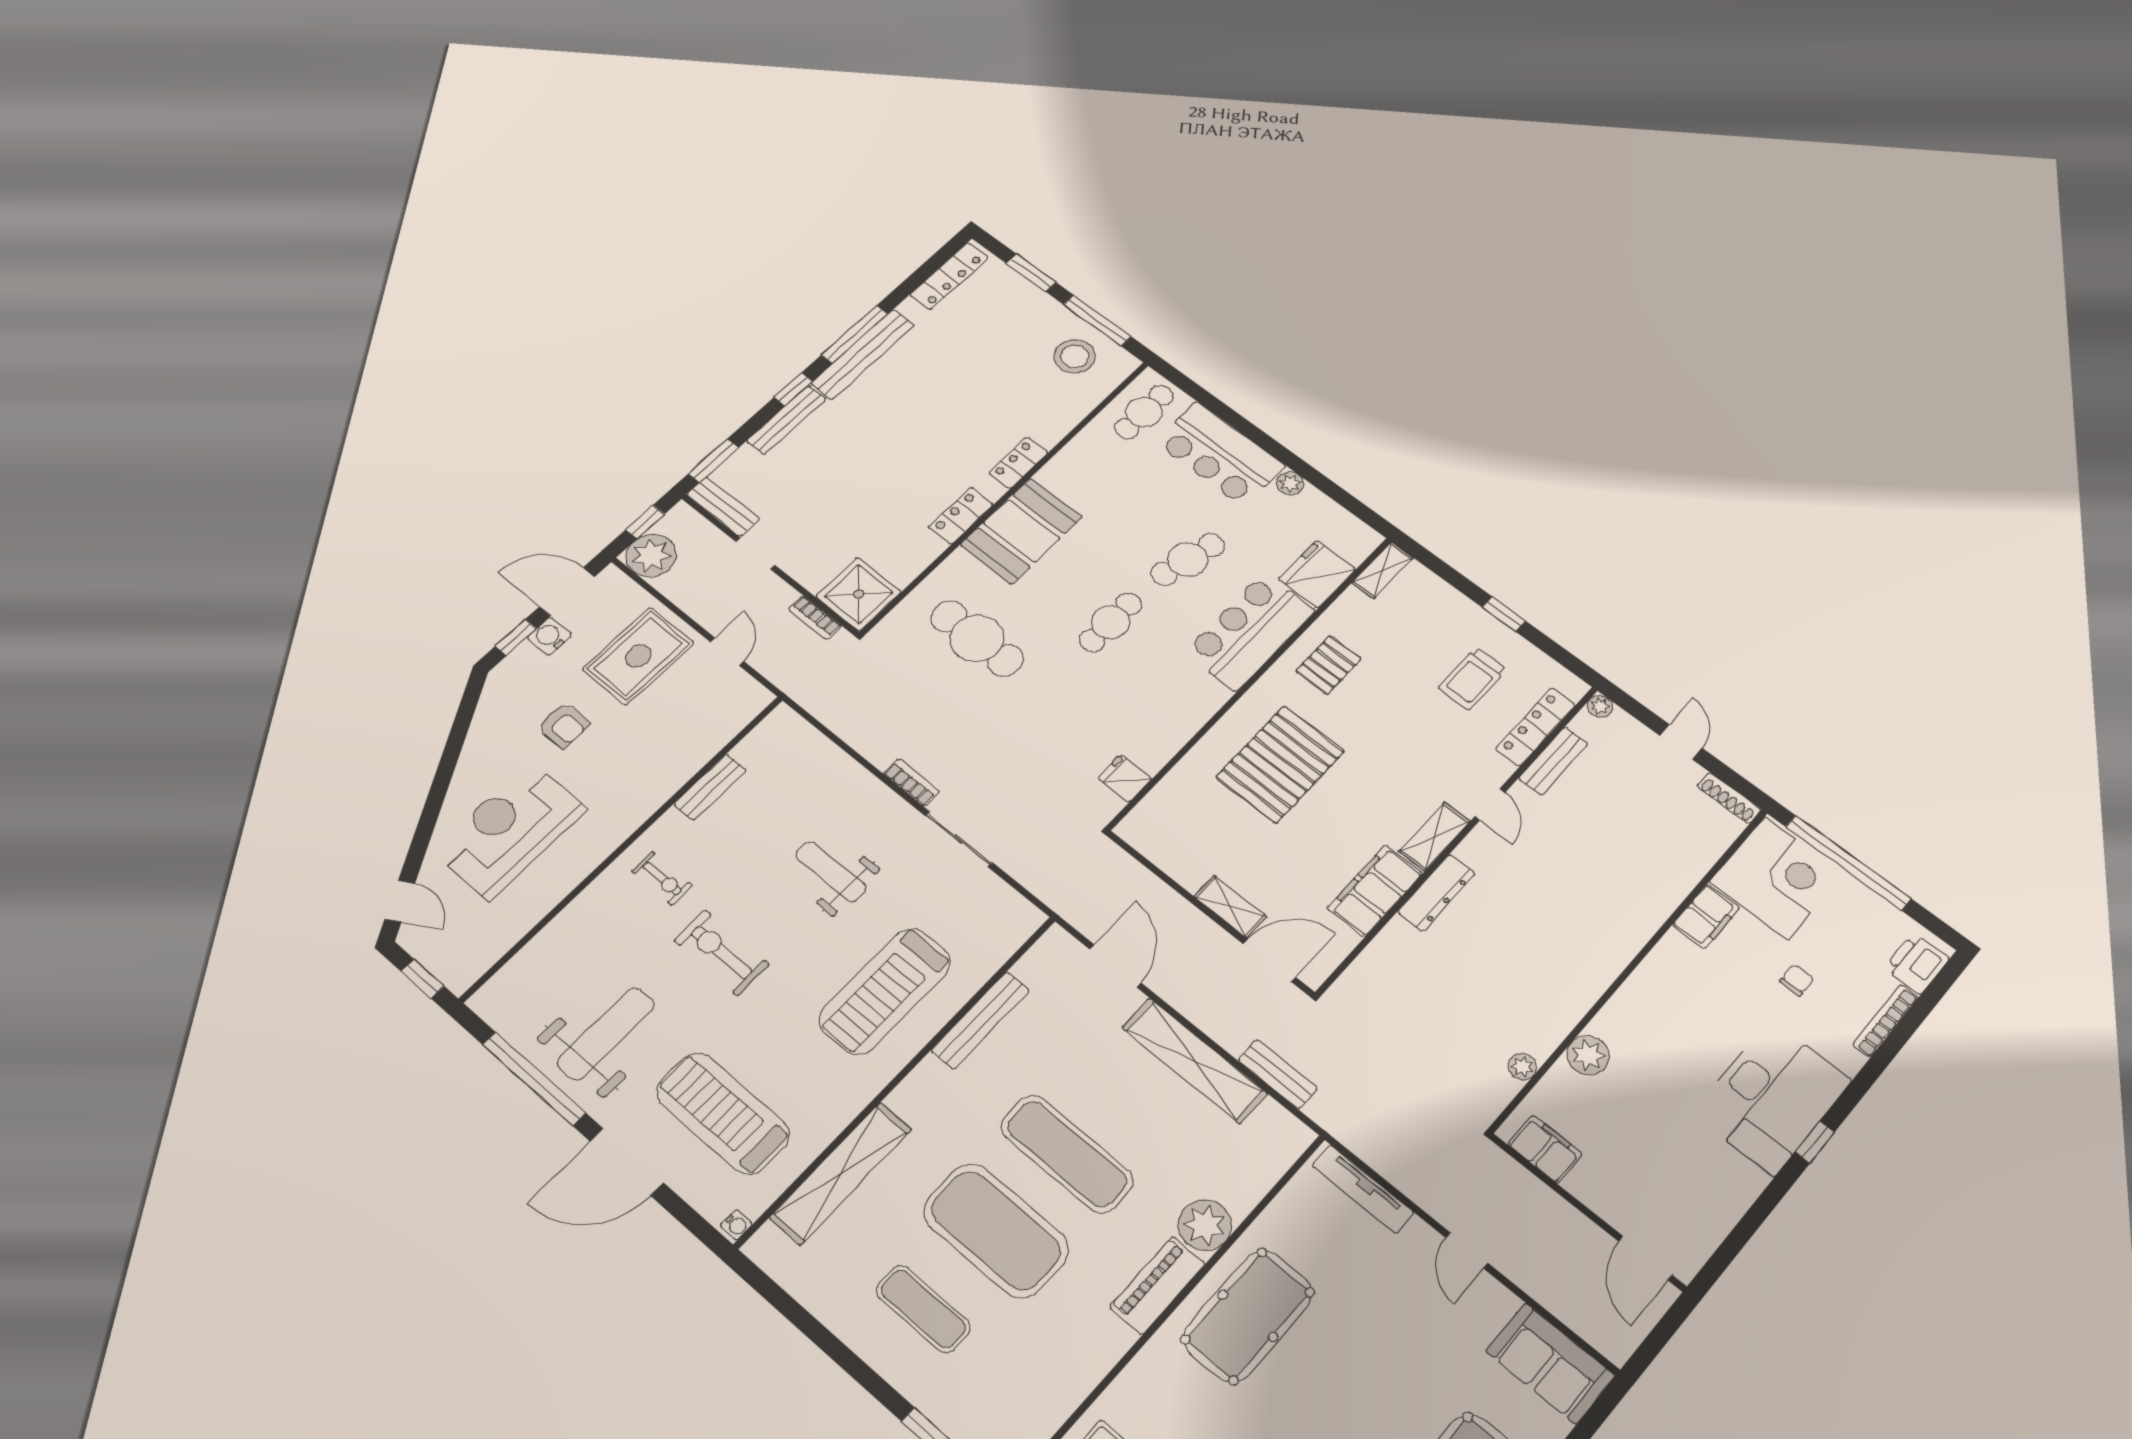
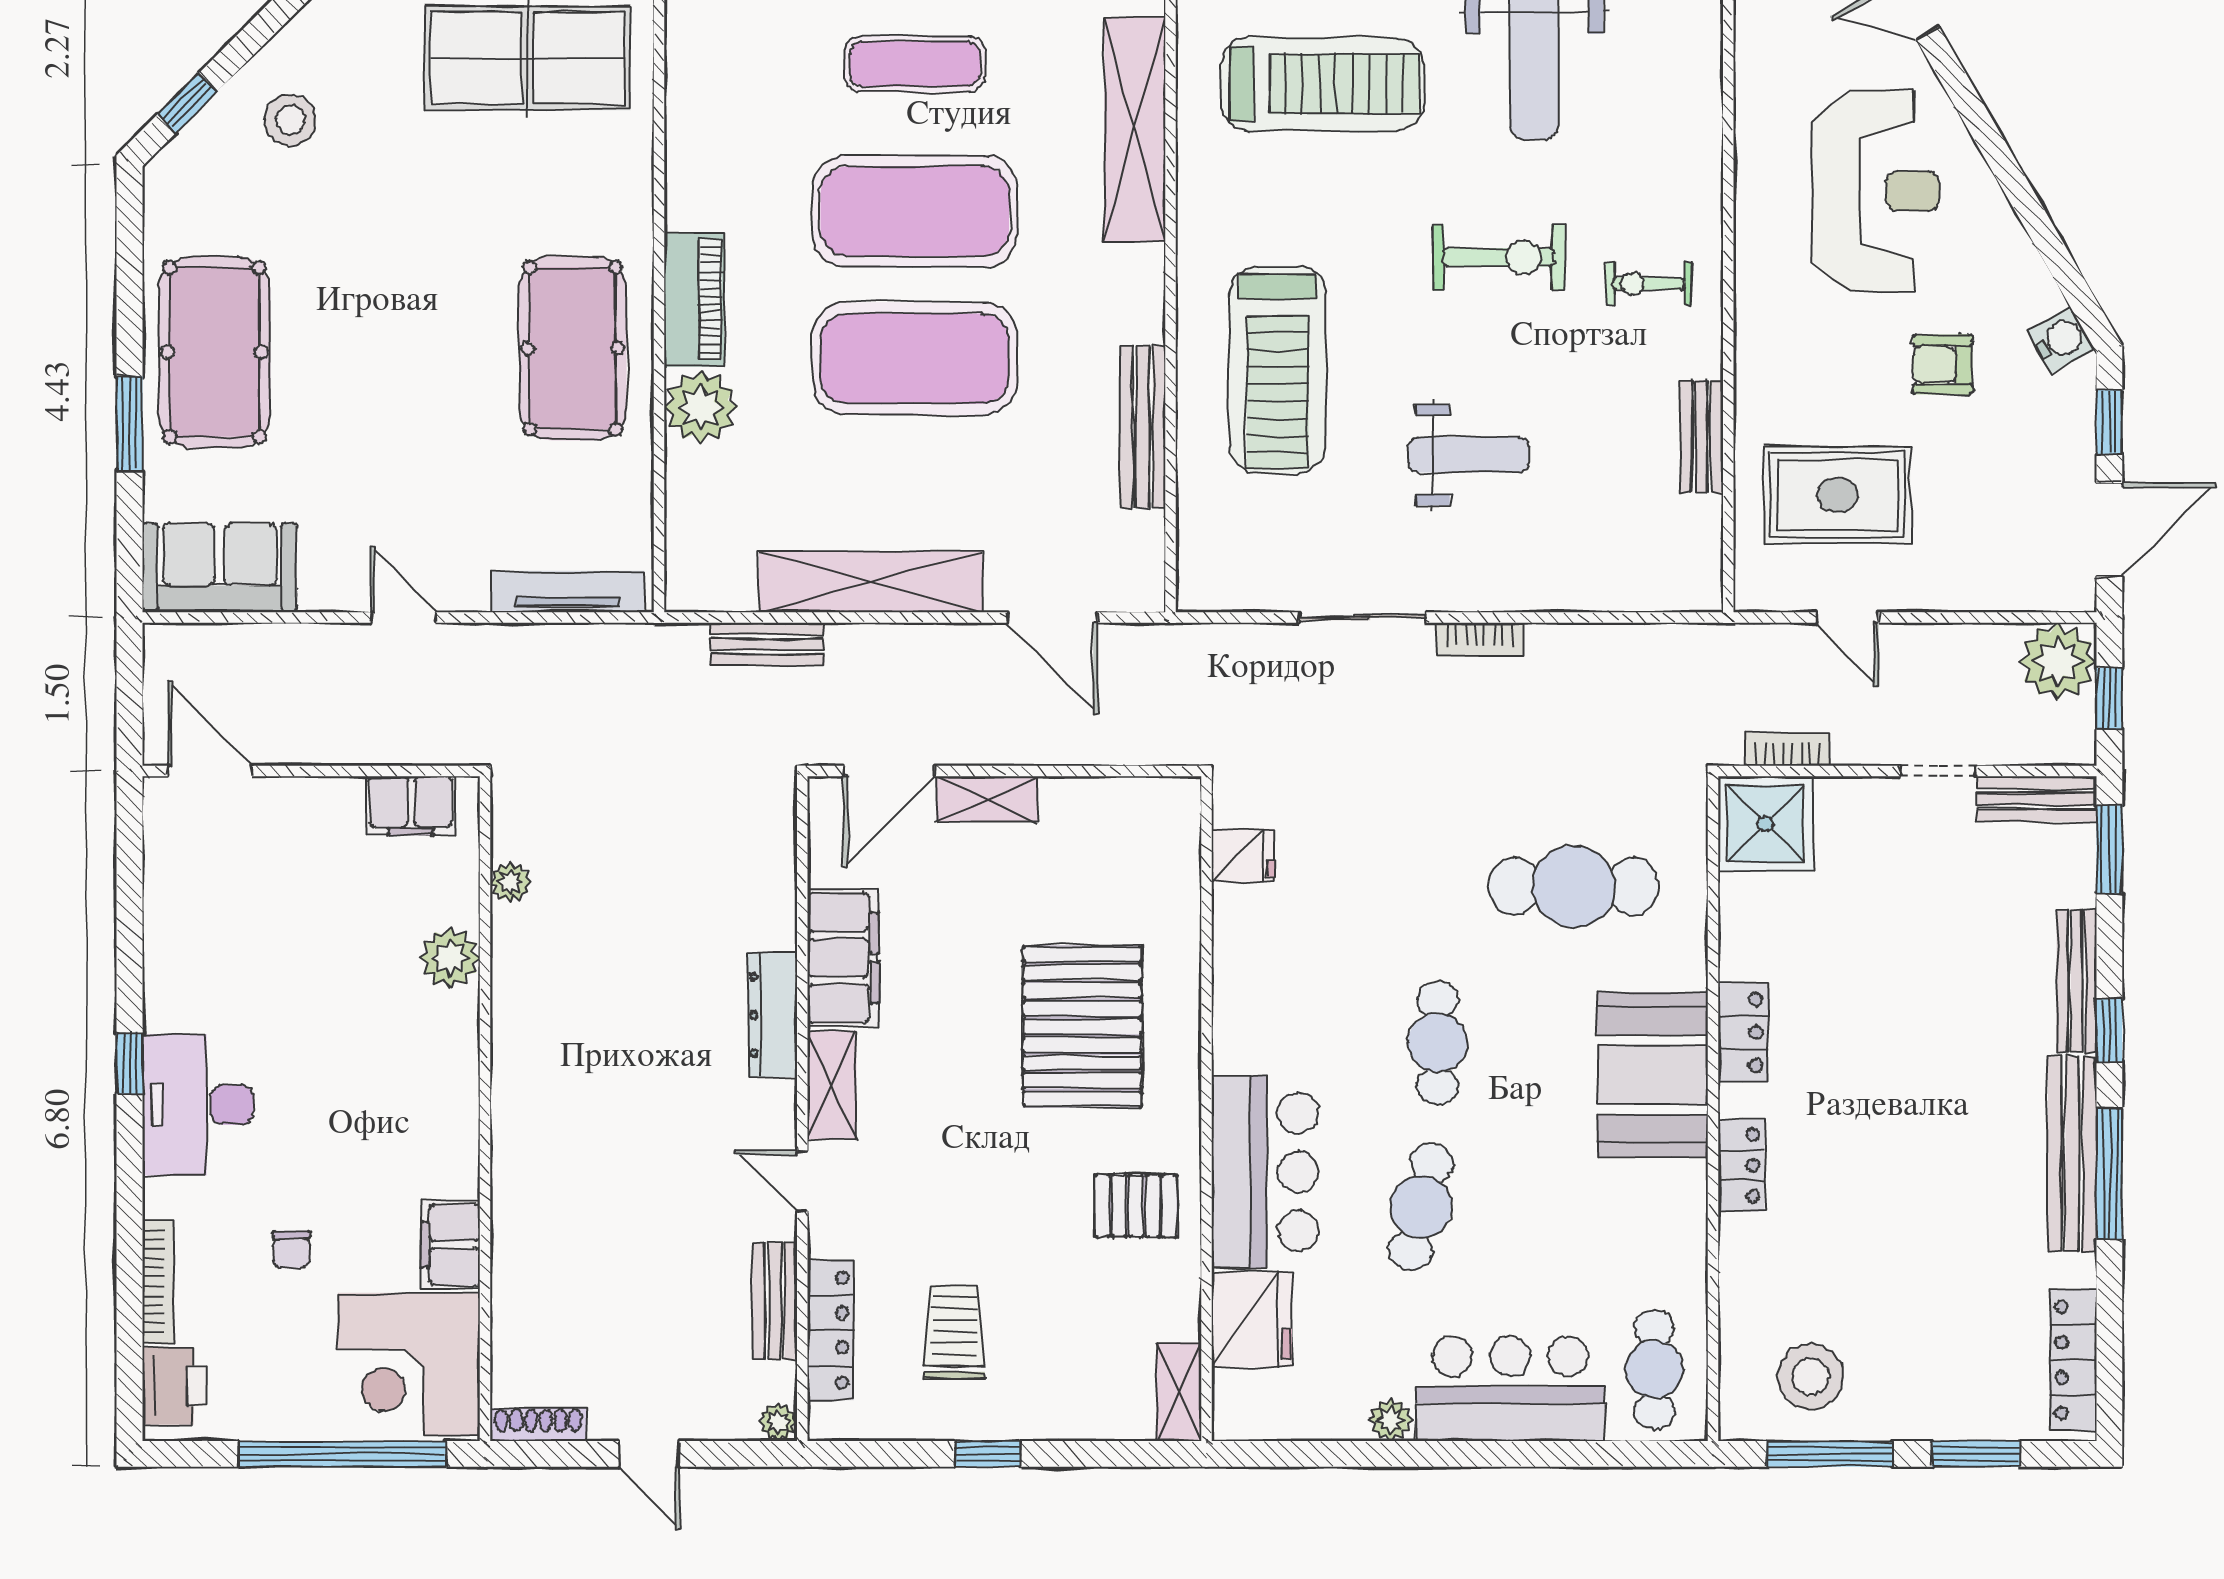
water cooler: (549, 636) -> (2061, 340), moved, turned -30
rug: (638, 656) -> (1837, 495), moved, turned 90
pallet: (1328, 665) -> (1136, 1206), turned 90
treadmill: (885, 991) -> (1278, 369), turned 180
desk: (1772, 1097) -> (198, 1105), width x0.73, depth x0.77
exercise mat: (1067, 1154) -> (915, 359), width x1.47

